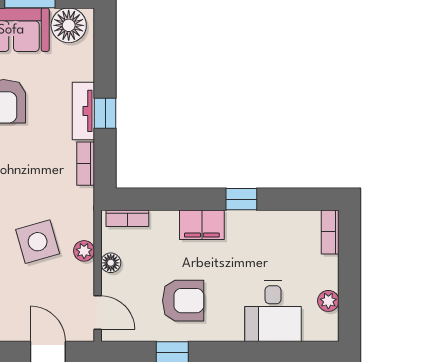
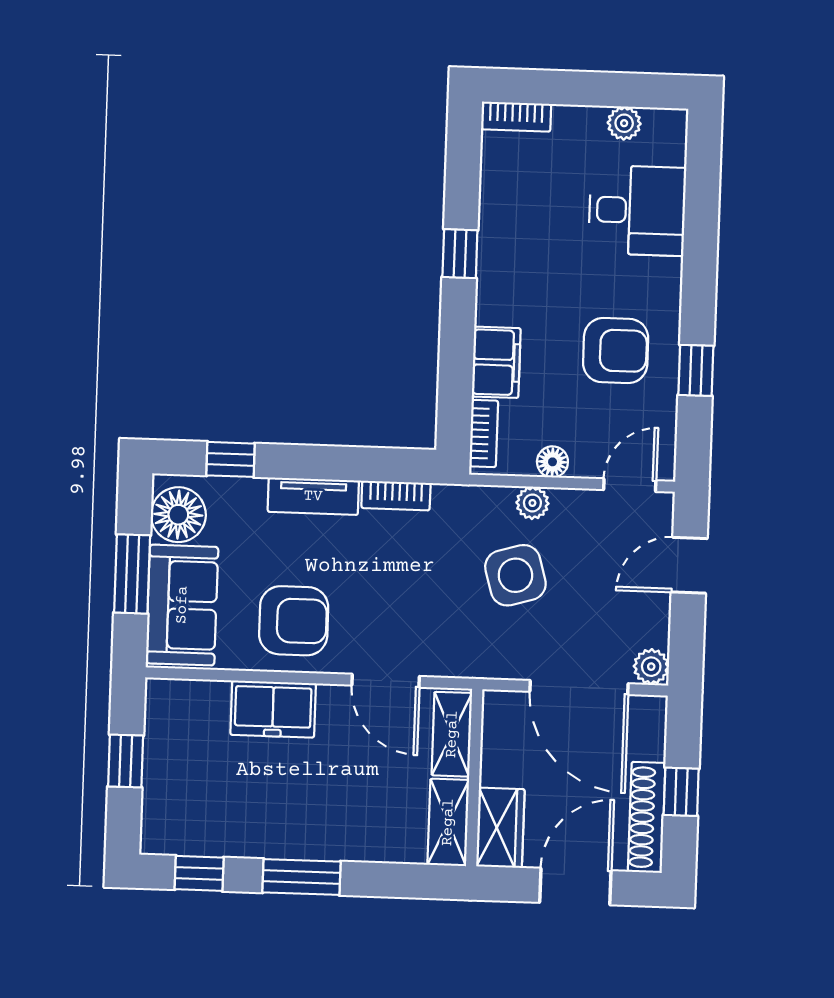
window: (105, 113) -> (231, 459), moved
filing cabinet: (202, 225) -> (496, 362), moved
armchair: (183, 301) -> (616, 351), turned 90

